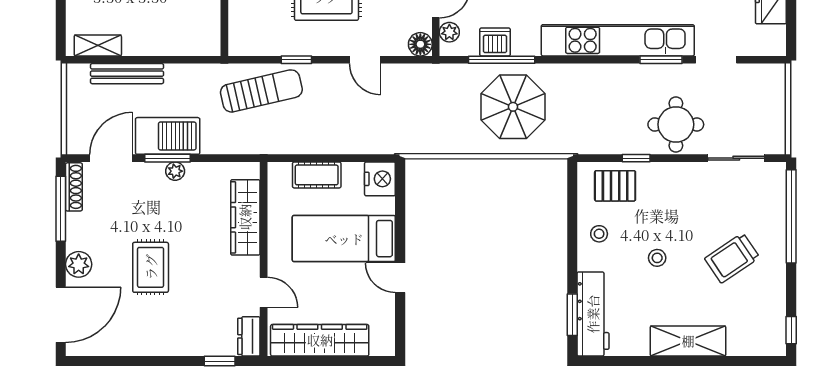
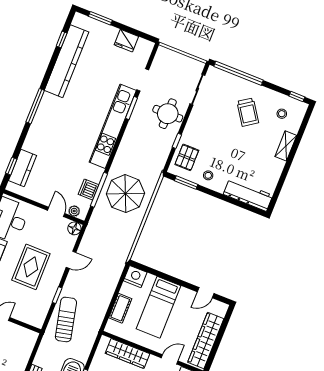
stool: (657, 258) -> (282, 114), moved
door: (400, 278) -> (206, 293), moved
window: (572, 315) -> (186, 183), moved
shelving: (688, 341) -> (286, 146), width x0.67, depth x0.75

